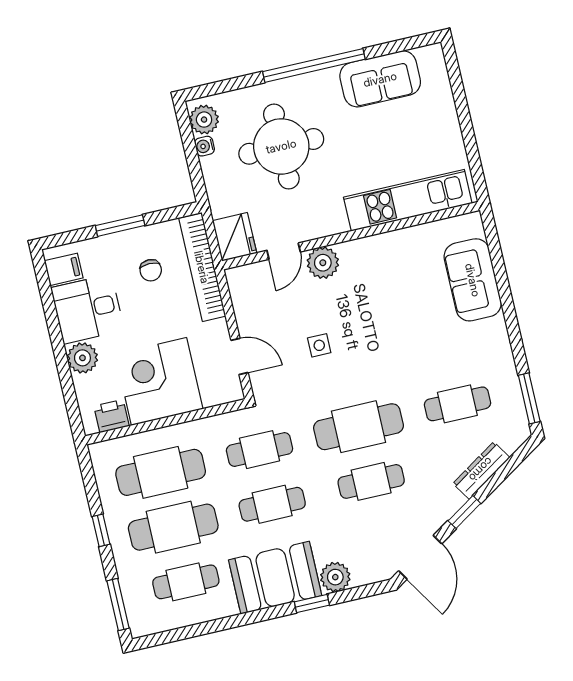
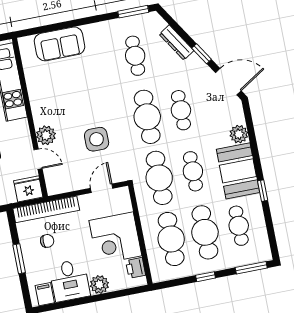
side table: (319, 345) -> (97, 139), width x1.87, depth x1.87
cafe table: (260, 450) -> (159, 178), width x1.37, depth x1.35
window: (312, 603) -> (263, 191), moved

